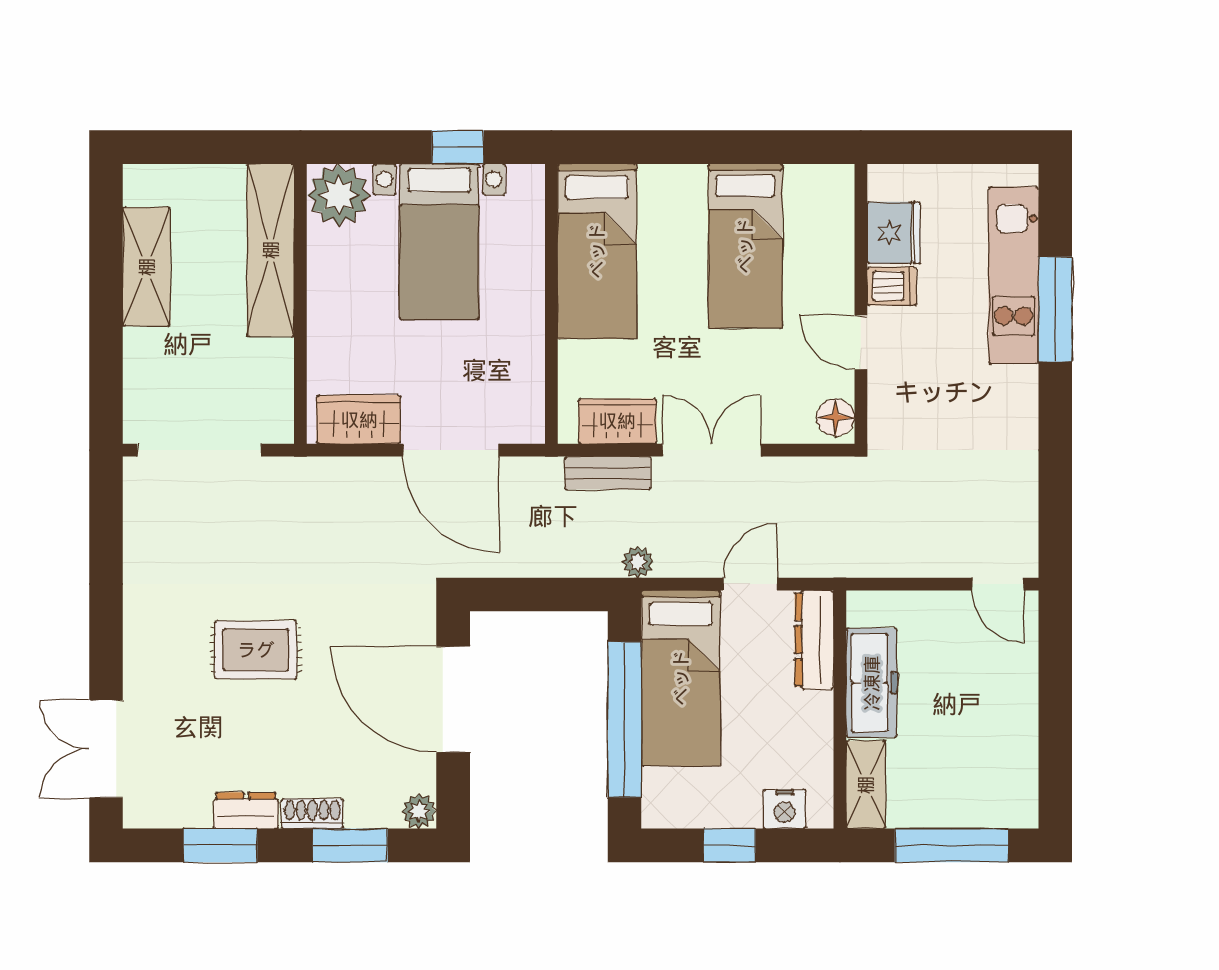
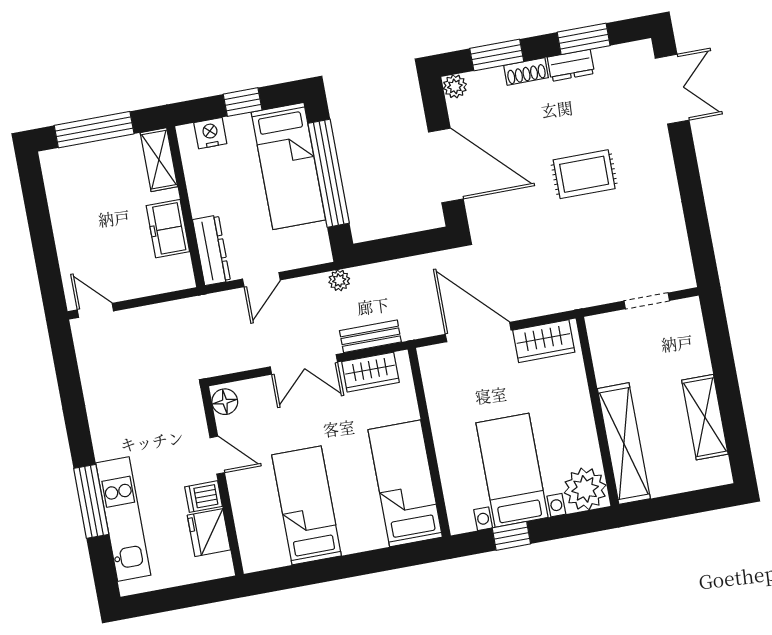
doorway: (199, 450) -> (647, 301), width x0.53
bed: (681, 678) -> (288, 166), moved, turned 180
freezer: (872, 683) -> (168, 229), width x0.71

